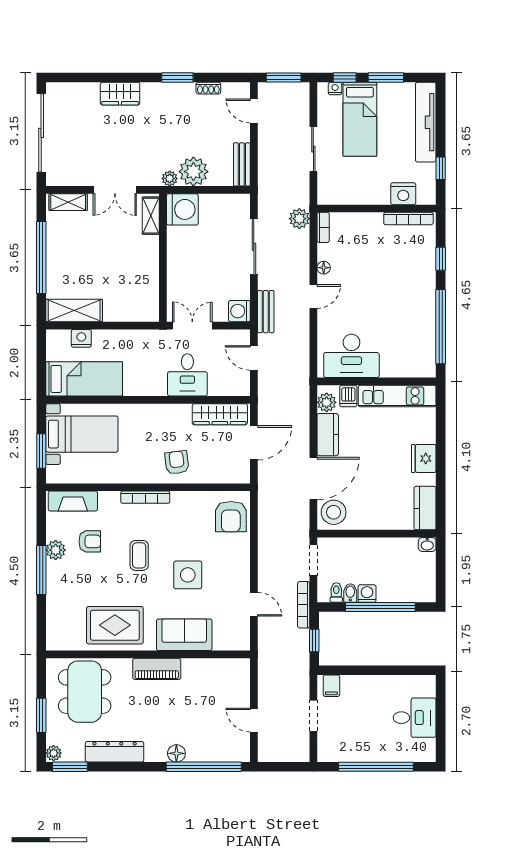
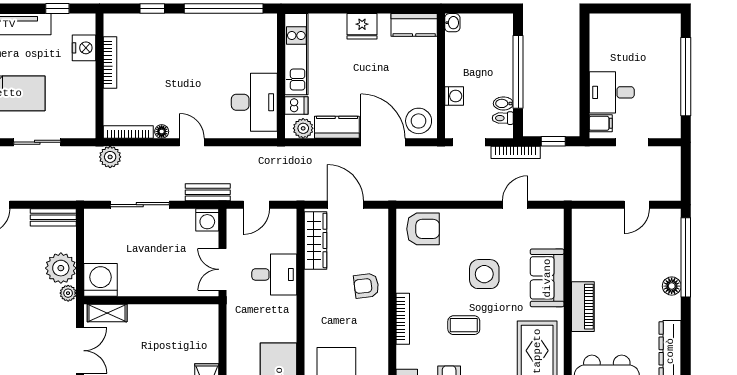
bookcase: (408, 219) -> (110, 63), moved
bookcase: (323, 227) -> (128, 132), width x1.56
washing machine: (367, 594) -> (454, 96), moved, turned 180
desk: (415, 718) -> (612, 92), moved, turned -90

